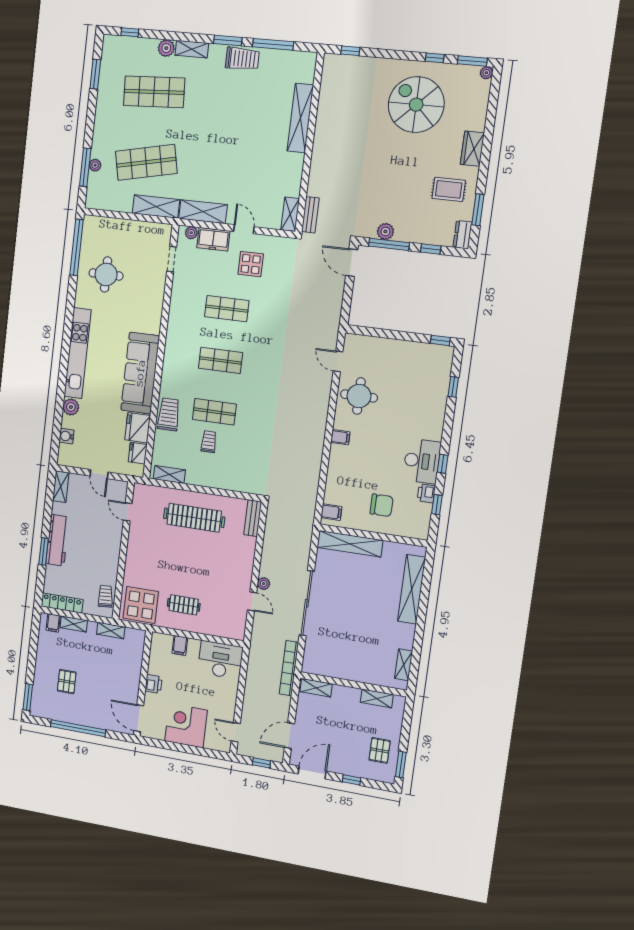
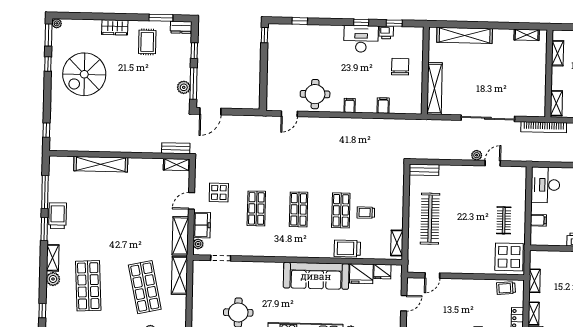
filing cabinet: (331, 512) -> (383, 106), moved

